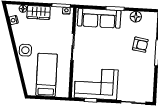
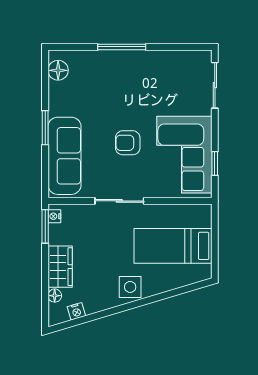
floor lamp: (136, 17) -> (58, 70), moved
armchair: (140, 45) -> (128, 143), moved, turned -99

